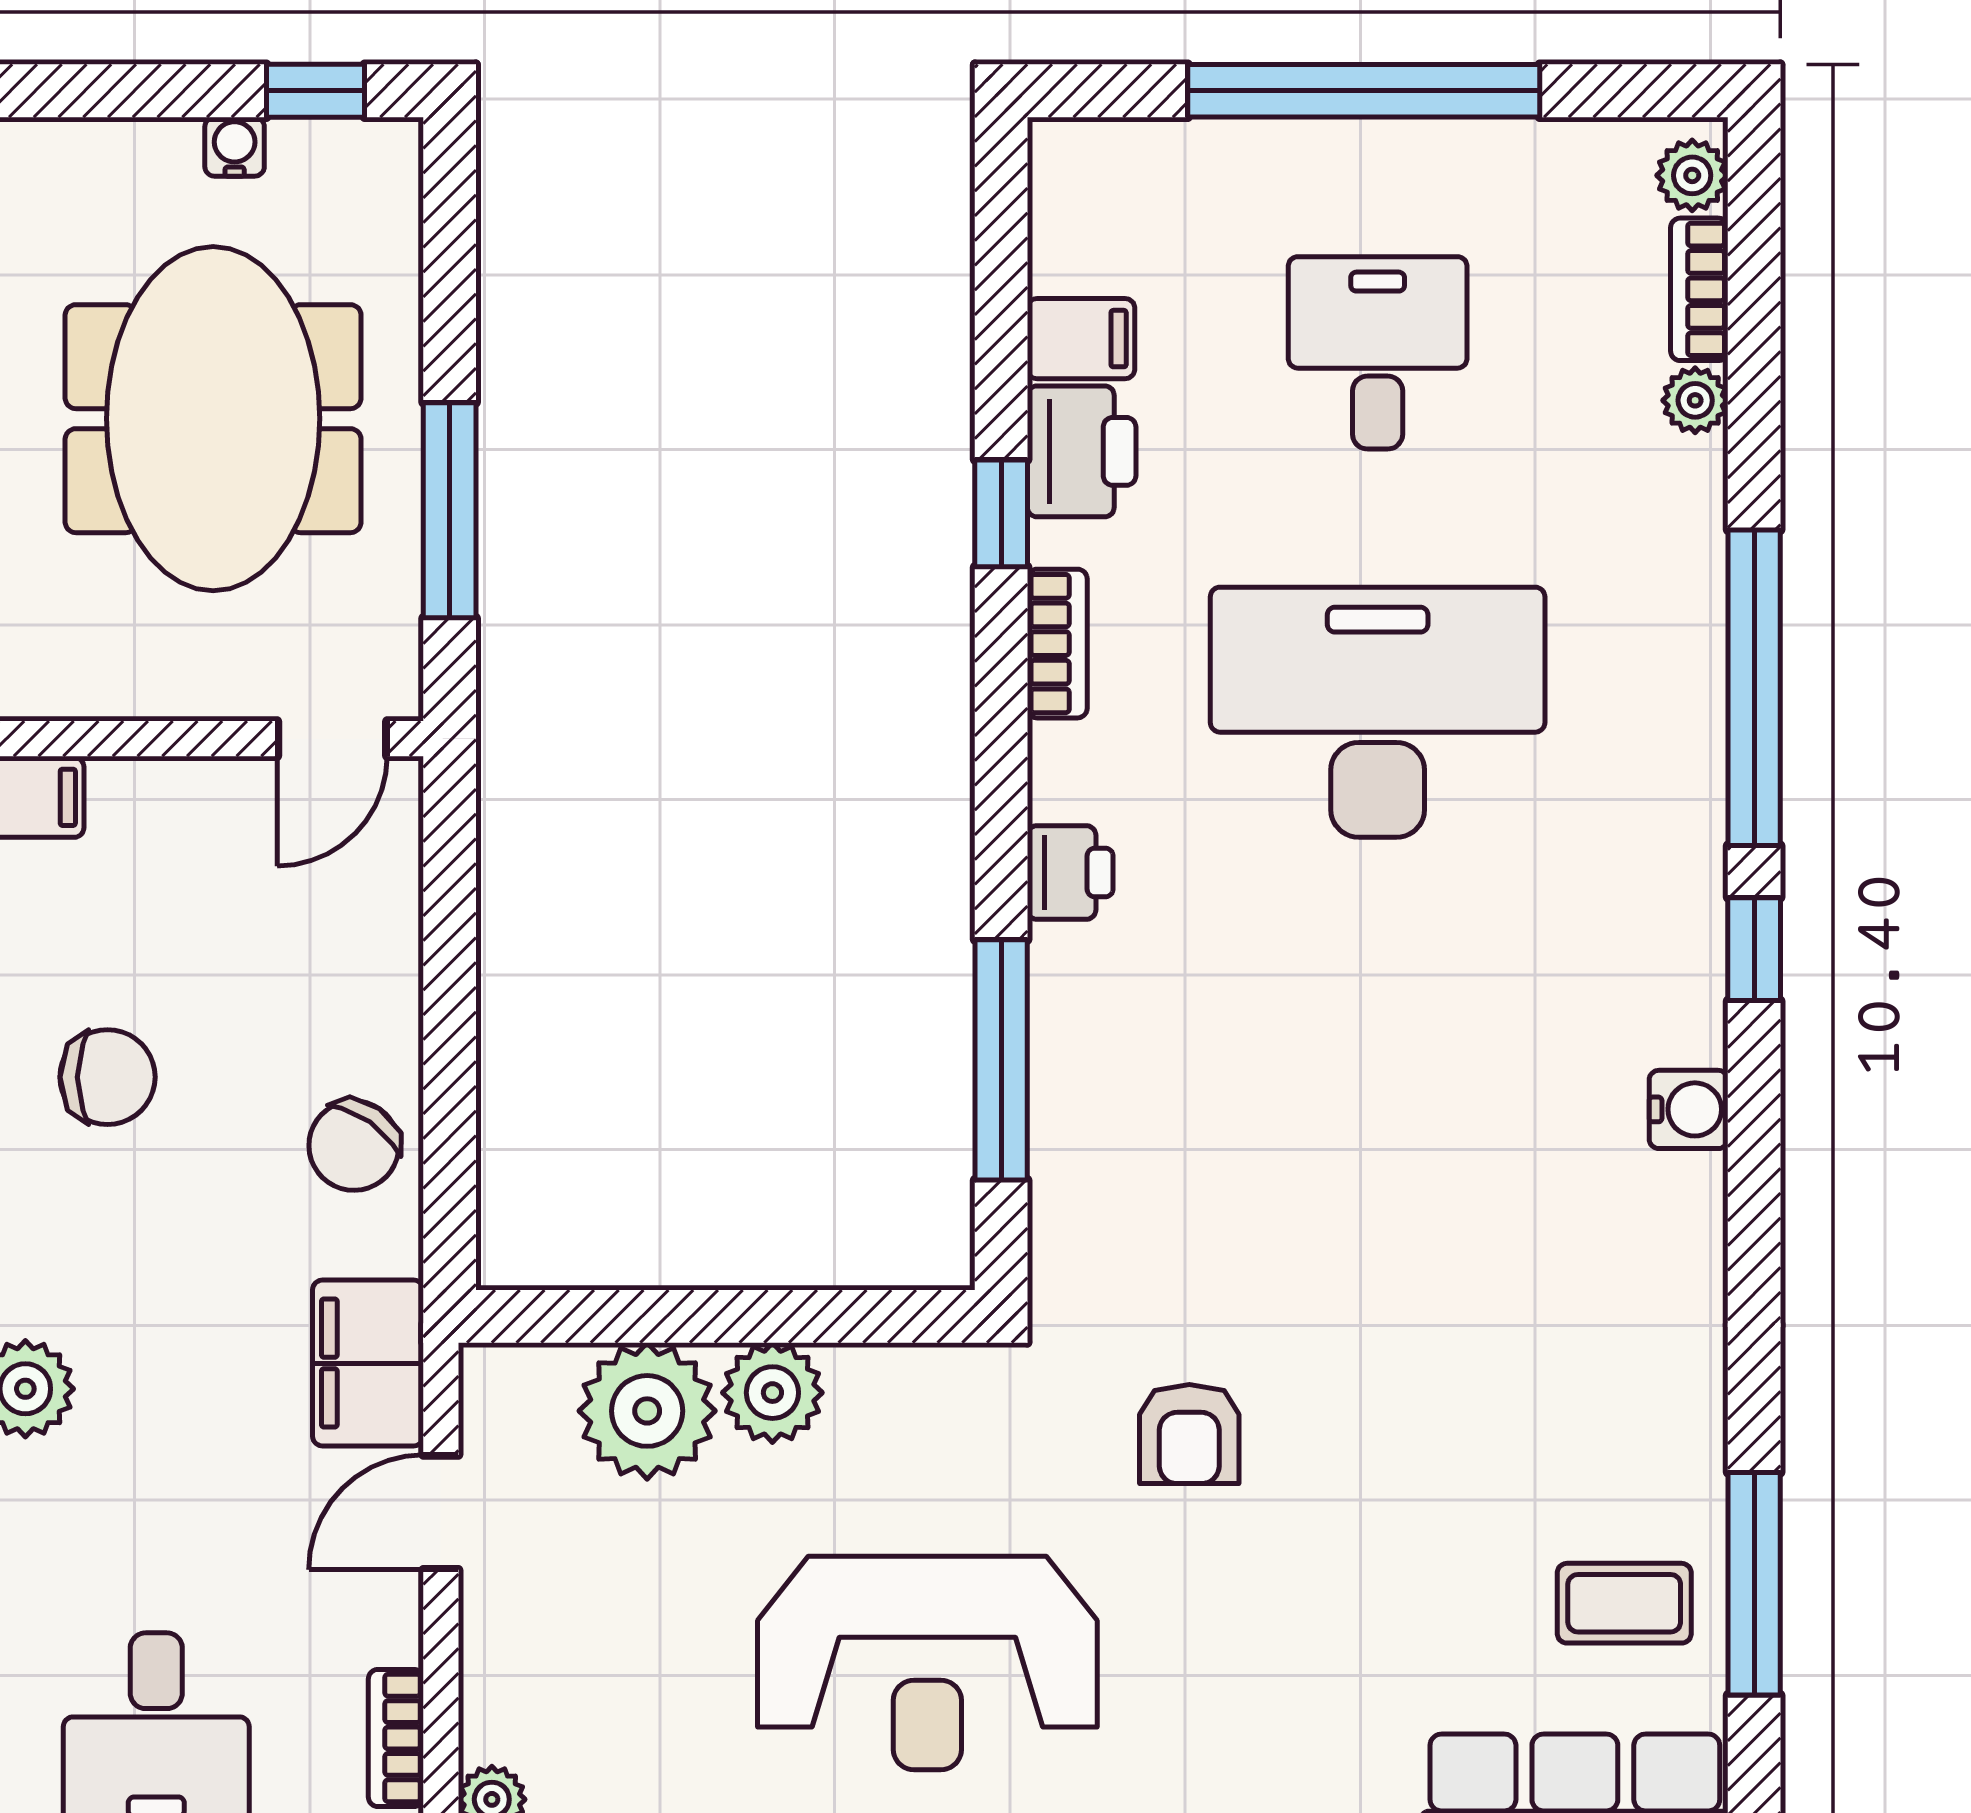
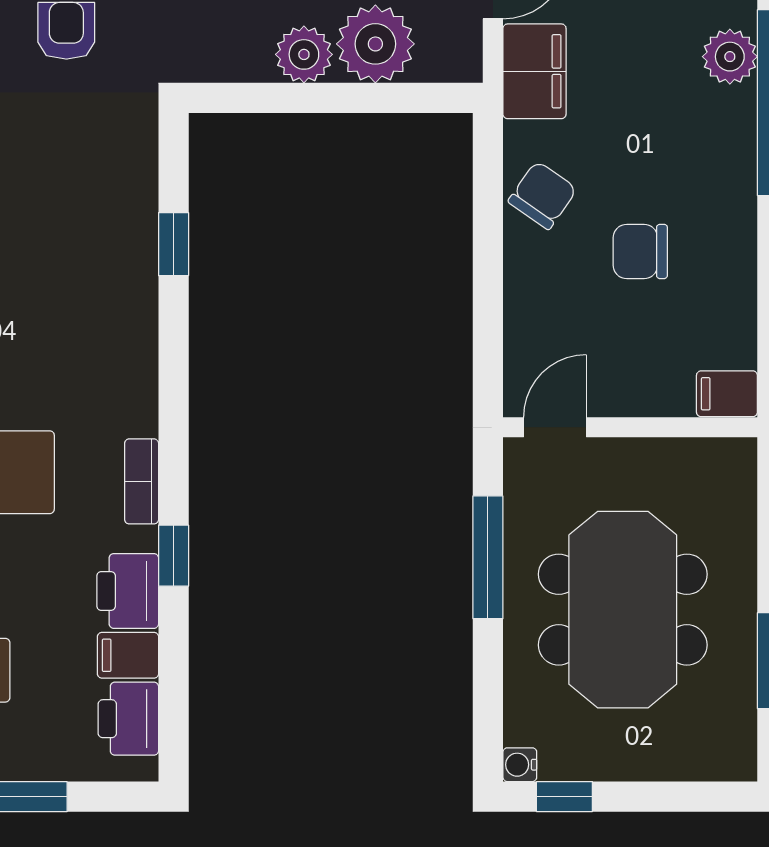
water cooler: (235, 147) -> (520, 765), moved, turned 90
printer: (1070, 872) -> (128, 719), moved, width x1.36, depth x1.24
window: (1001, 1060) -> (174, 244), width x0.46
chair: (108, 1077) -> (640, 251), moved

